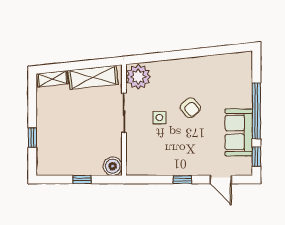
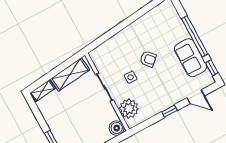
plant: (138, 77) -> (129, 109), moved

